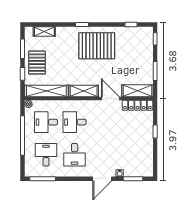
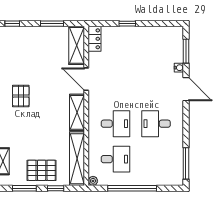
pallet: (97, 46) -> (21, 96), width x0.49, depth x0.50
door: (110, 99) -> (86, 79), hinge flipped
locker: (137, 105) -> (95, 39), width x0.66
desk: (46, 122) -> (116, 159), turned -90
desk: (75, 122) -> (116, 124), turned -90
desk: (46, 155) -> (156, 159), removed
desk: (75, 155) -> (156, 124), turned 180

